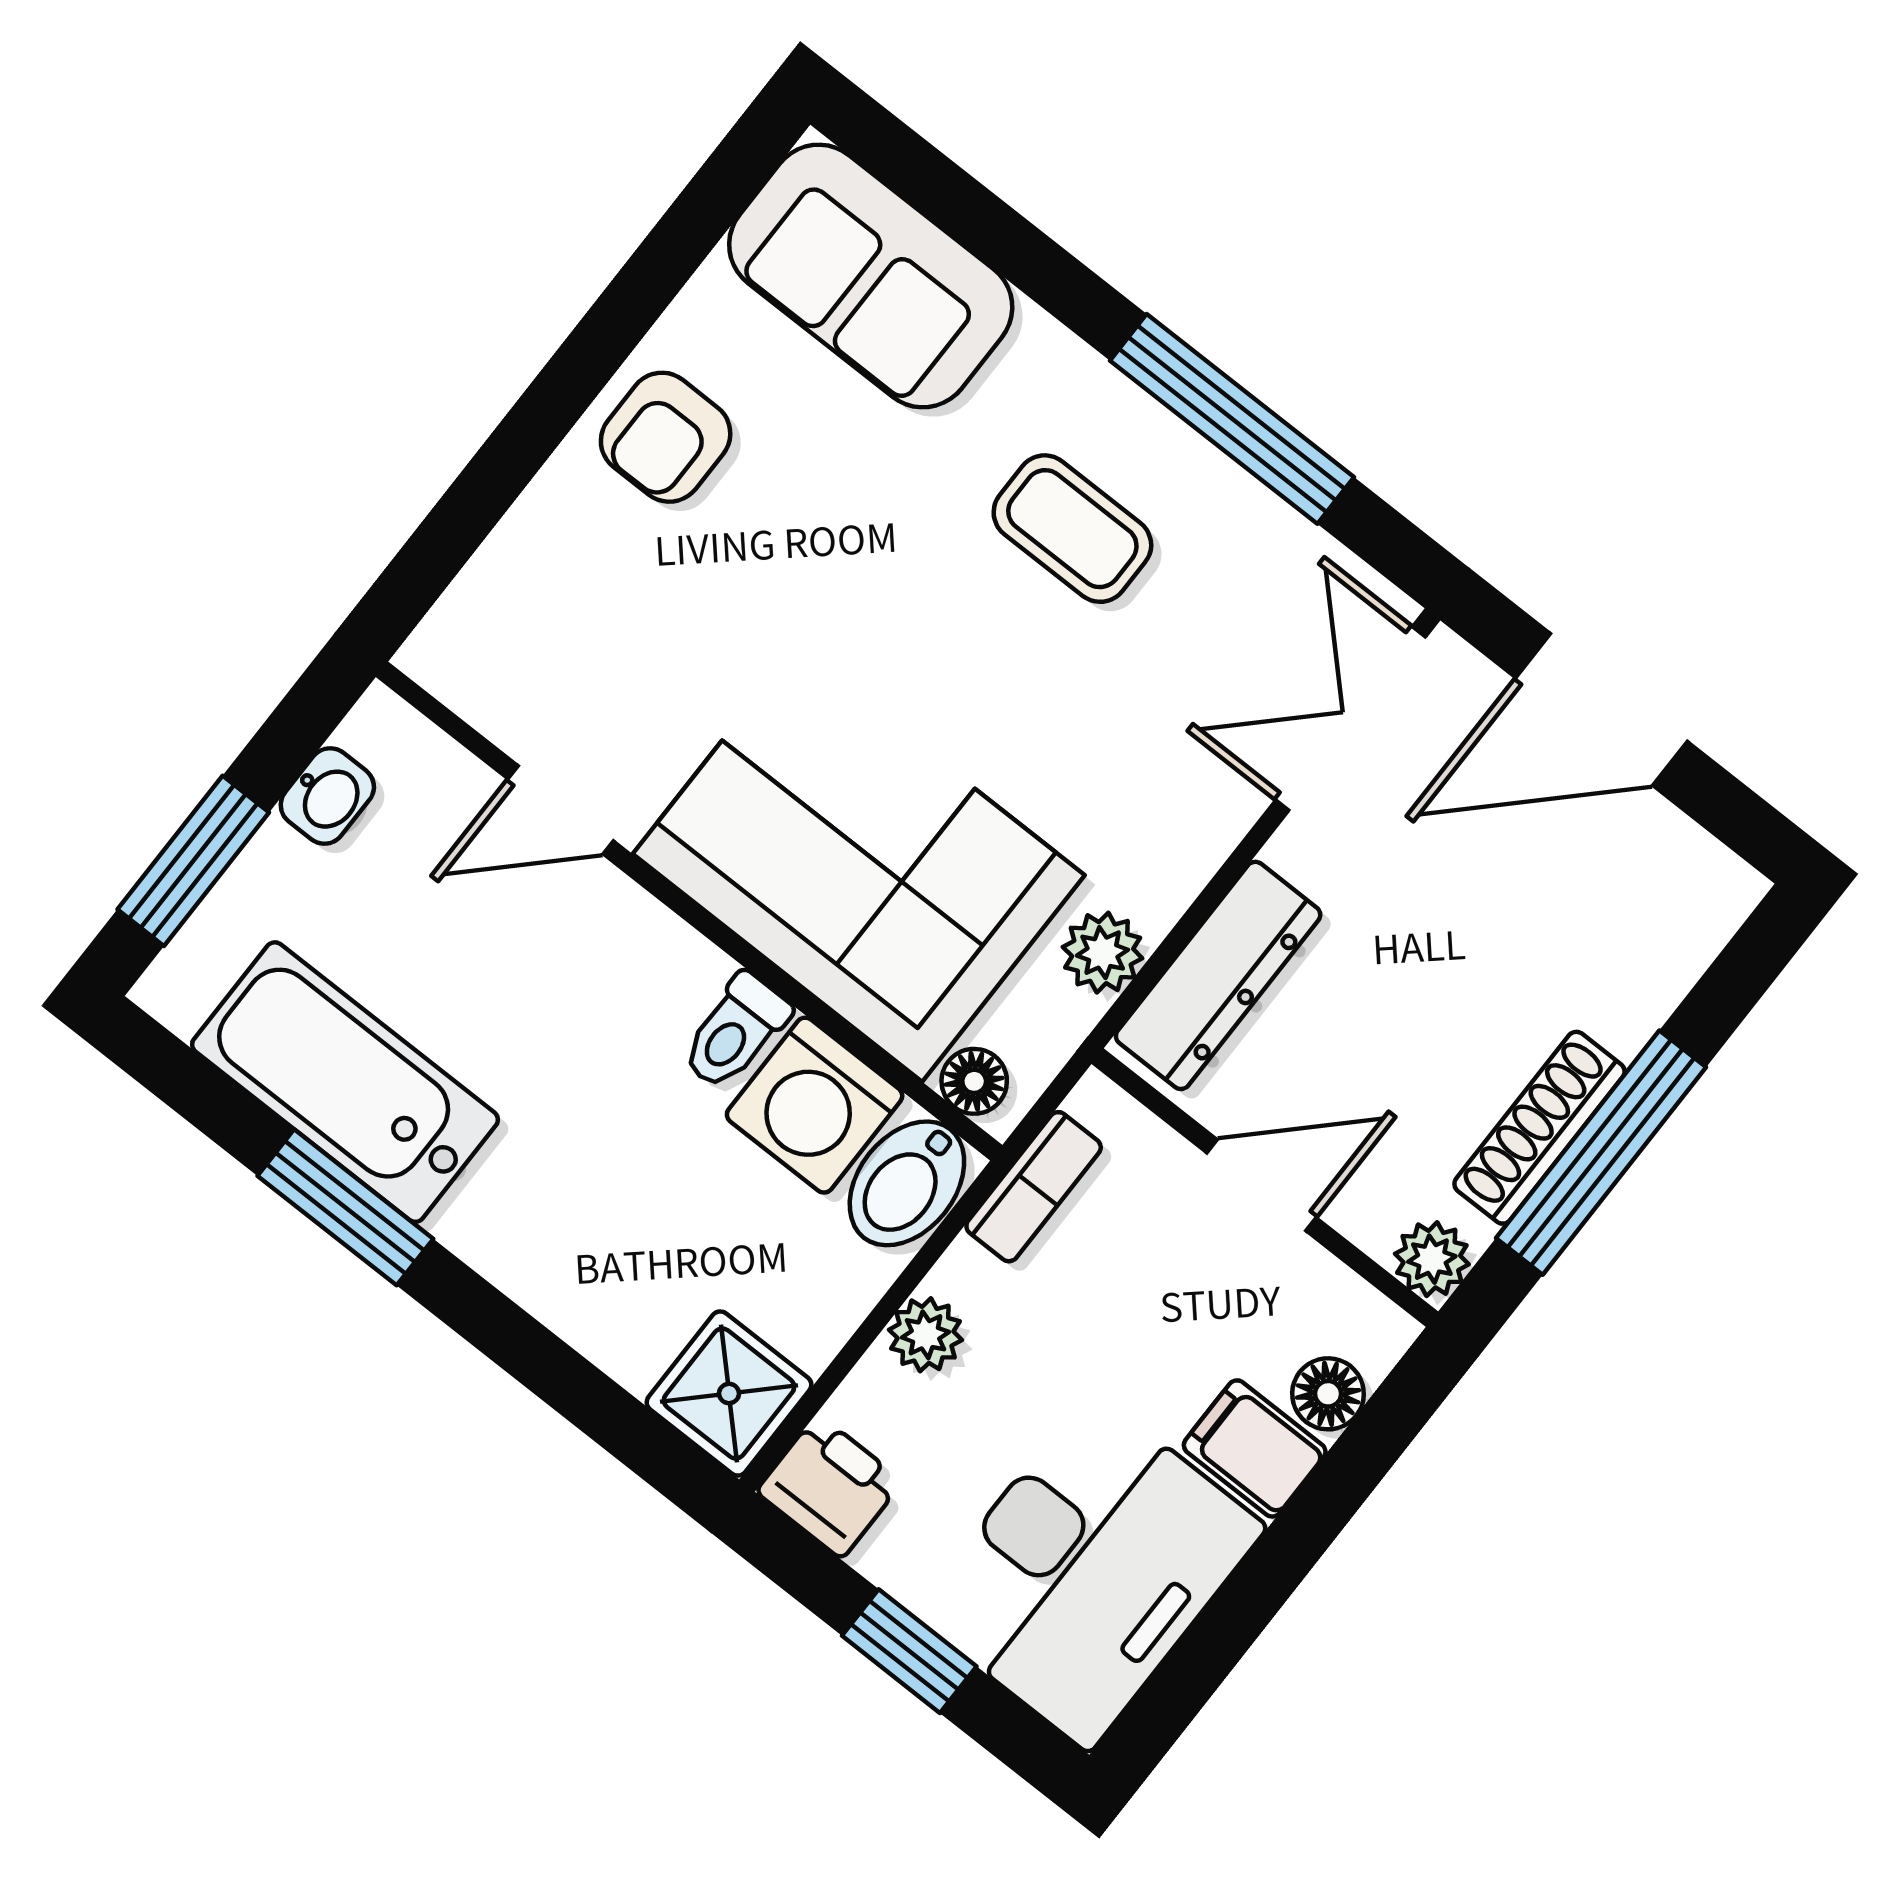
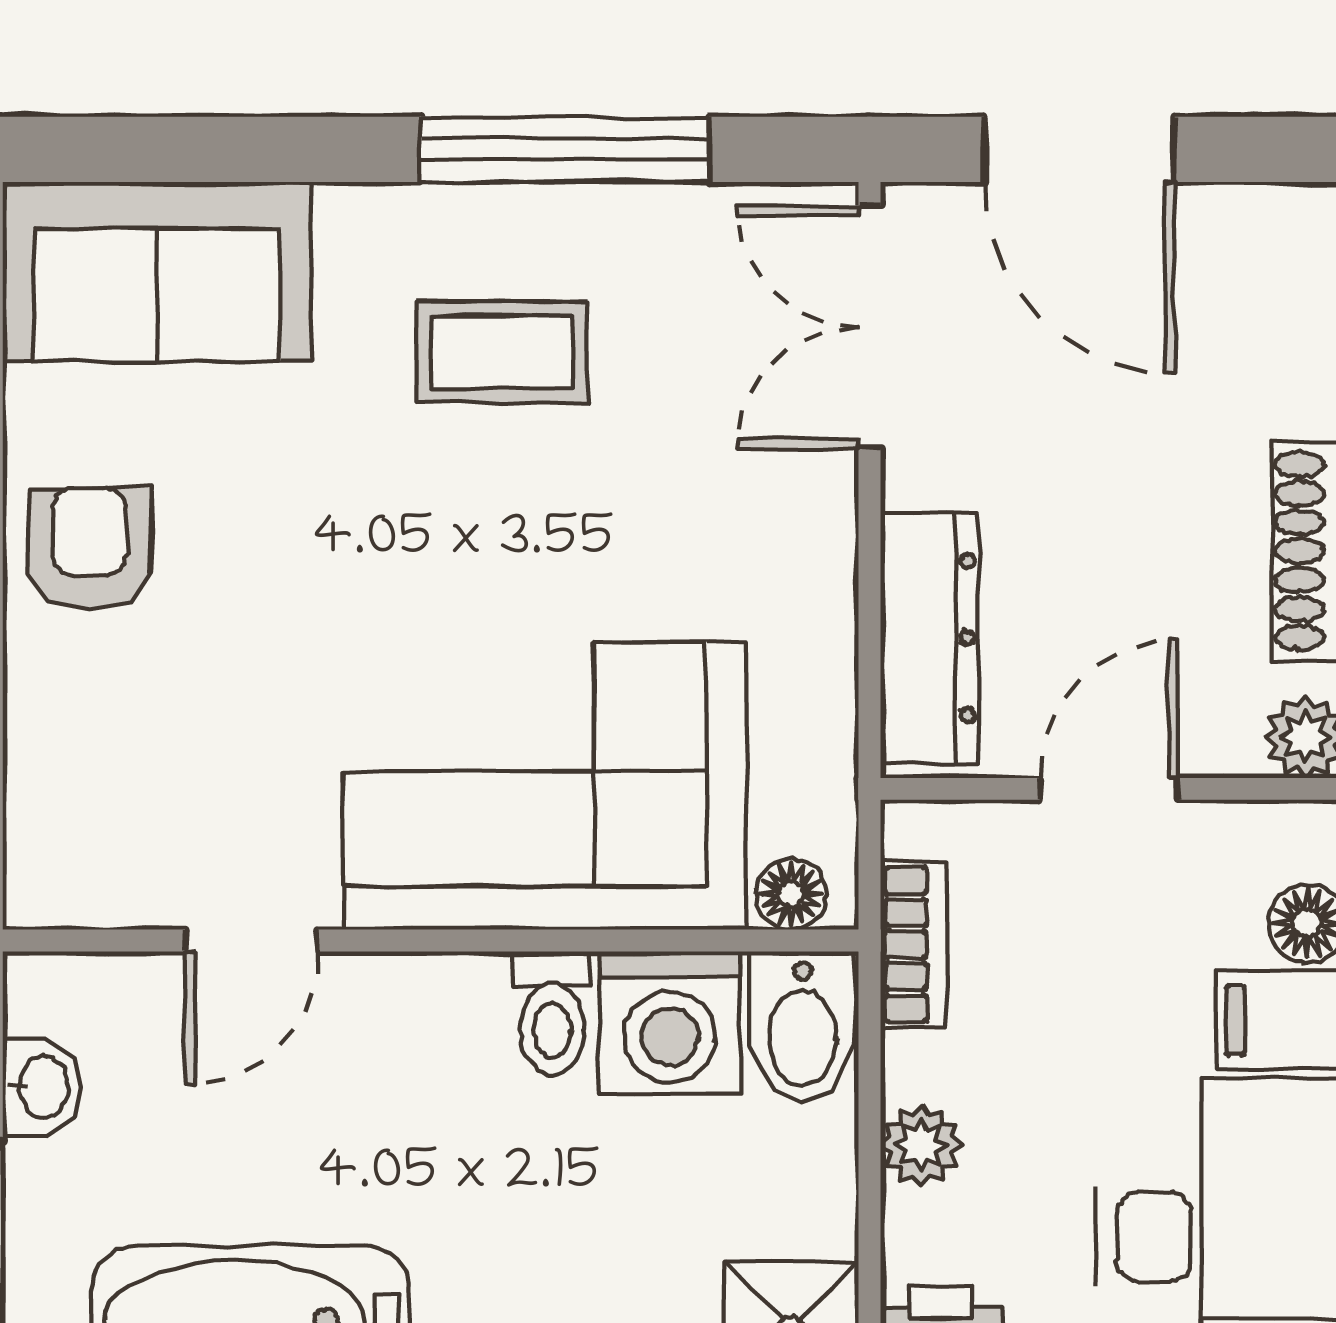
armchair: (666, 437) -> (90, 549), turned 180
door: (1601, 710) -> (1079, 149), hinge flipped
plant: (1103, 953) -> (815, 696), removed

